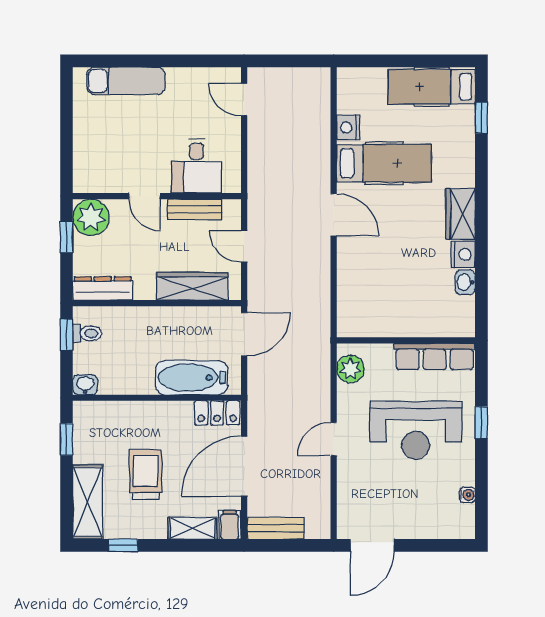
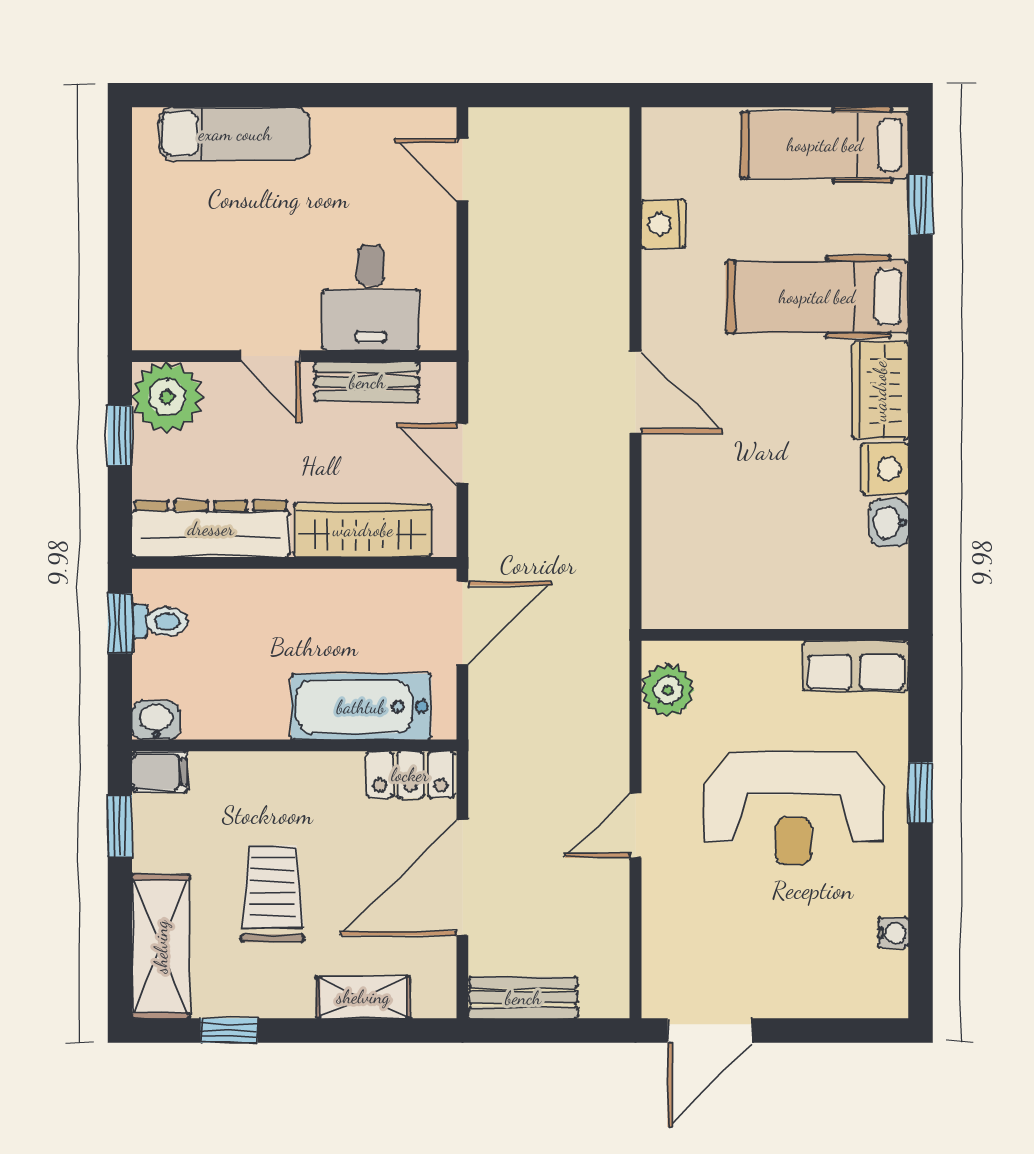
hospital bed: (384, 163) -> (817, 297), moved, turned 180
dresser: (103, 288) -> (211, 529), width x1.37, depth x1.24
row of seats: (435, 357) -> (856, 666), width x0.68
filing cabinet: (230, 525) -> (159, 772), moved, turned 90

